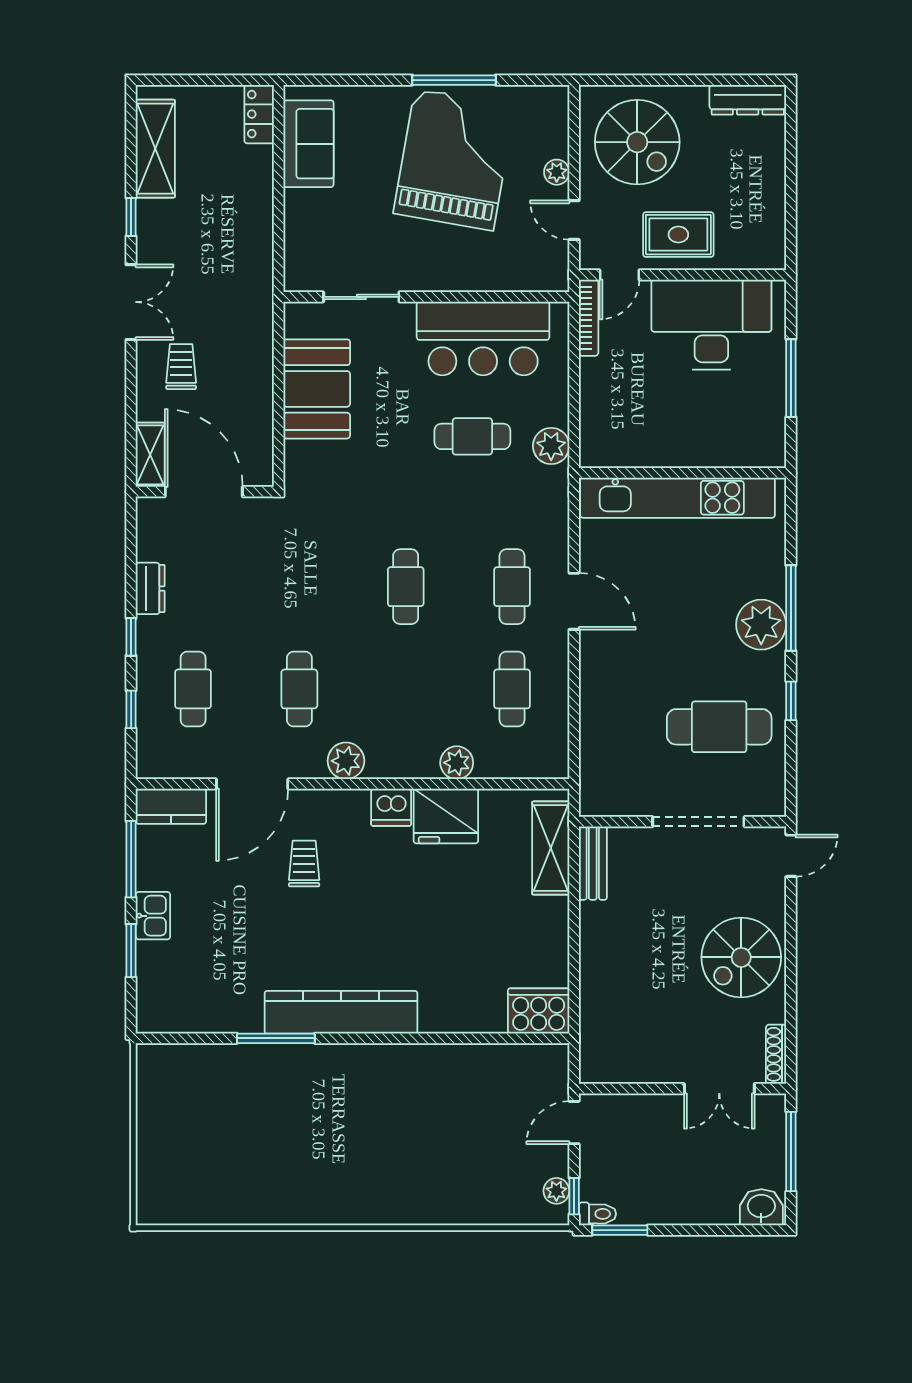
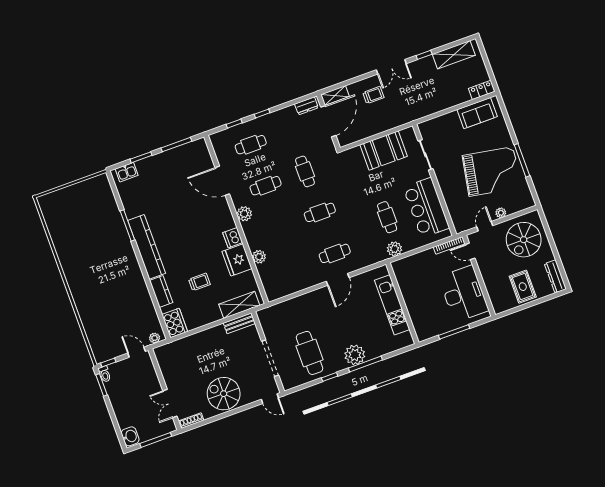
rug: (678, 235) -> (523, 287), moved
kitchen unit: (678, 498) -> (392, 305), width x0.73
dresser: (150, 588) -> (306, 106), moved
cafe table: (512, 689) -> (305, 171), moved, turned 90
kitchen counter: (171, 806) -> (161, 292), moved, turned 180
trolley: (304, 864) -> (199, 282), moved
kitchen sink: (153, 916) -> (127, 172), moved
plant: (556, 1191) -> (155, 338), moved

